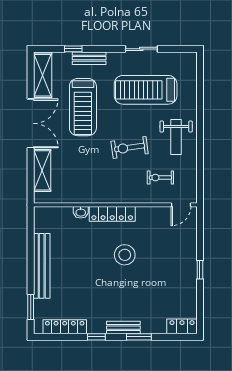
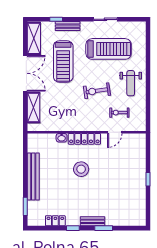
treadmill: (146, 90) -> (109, 49), turned 180
door: (181, 205) -> (115, 132), moved
stool: (125, 255) -> (81, 169), moved
locker: (182, 326) -> (135, 220), removed
locker: (65, 327) -> (55, 221), width x0.66

